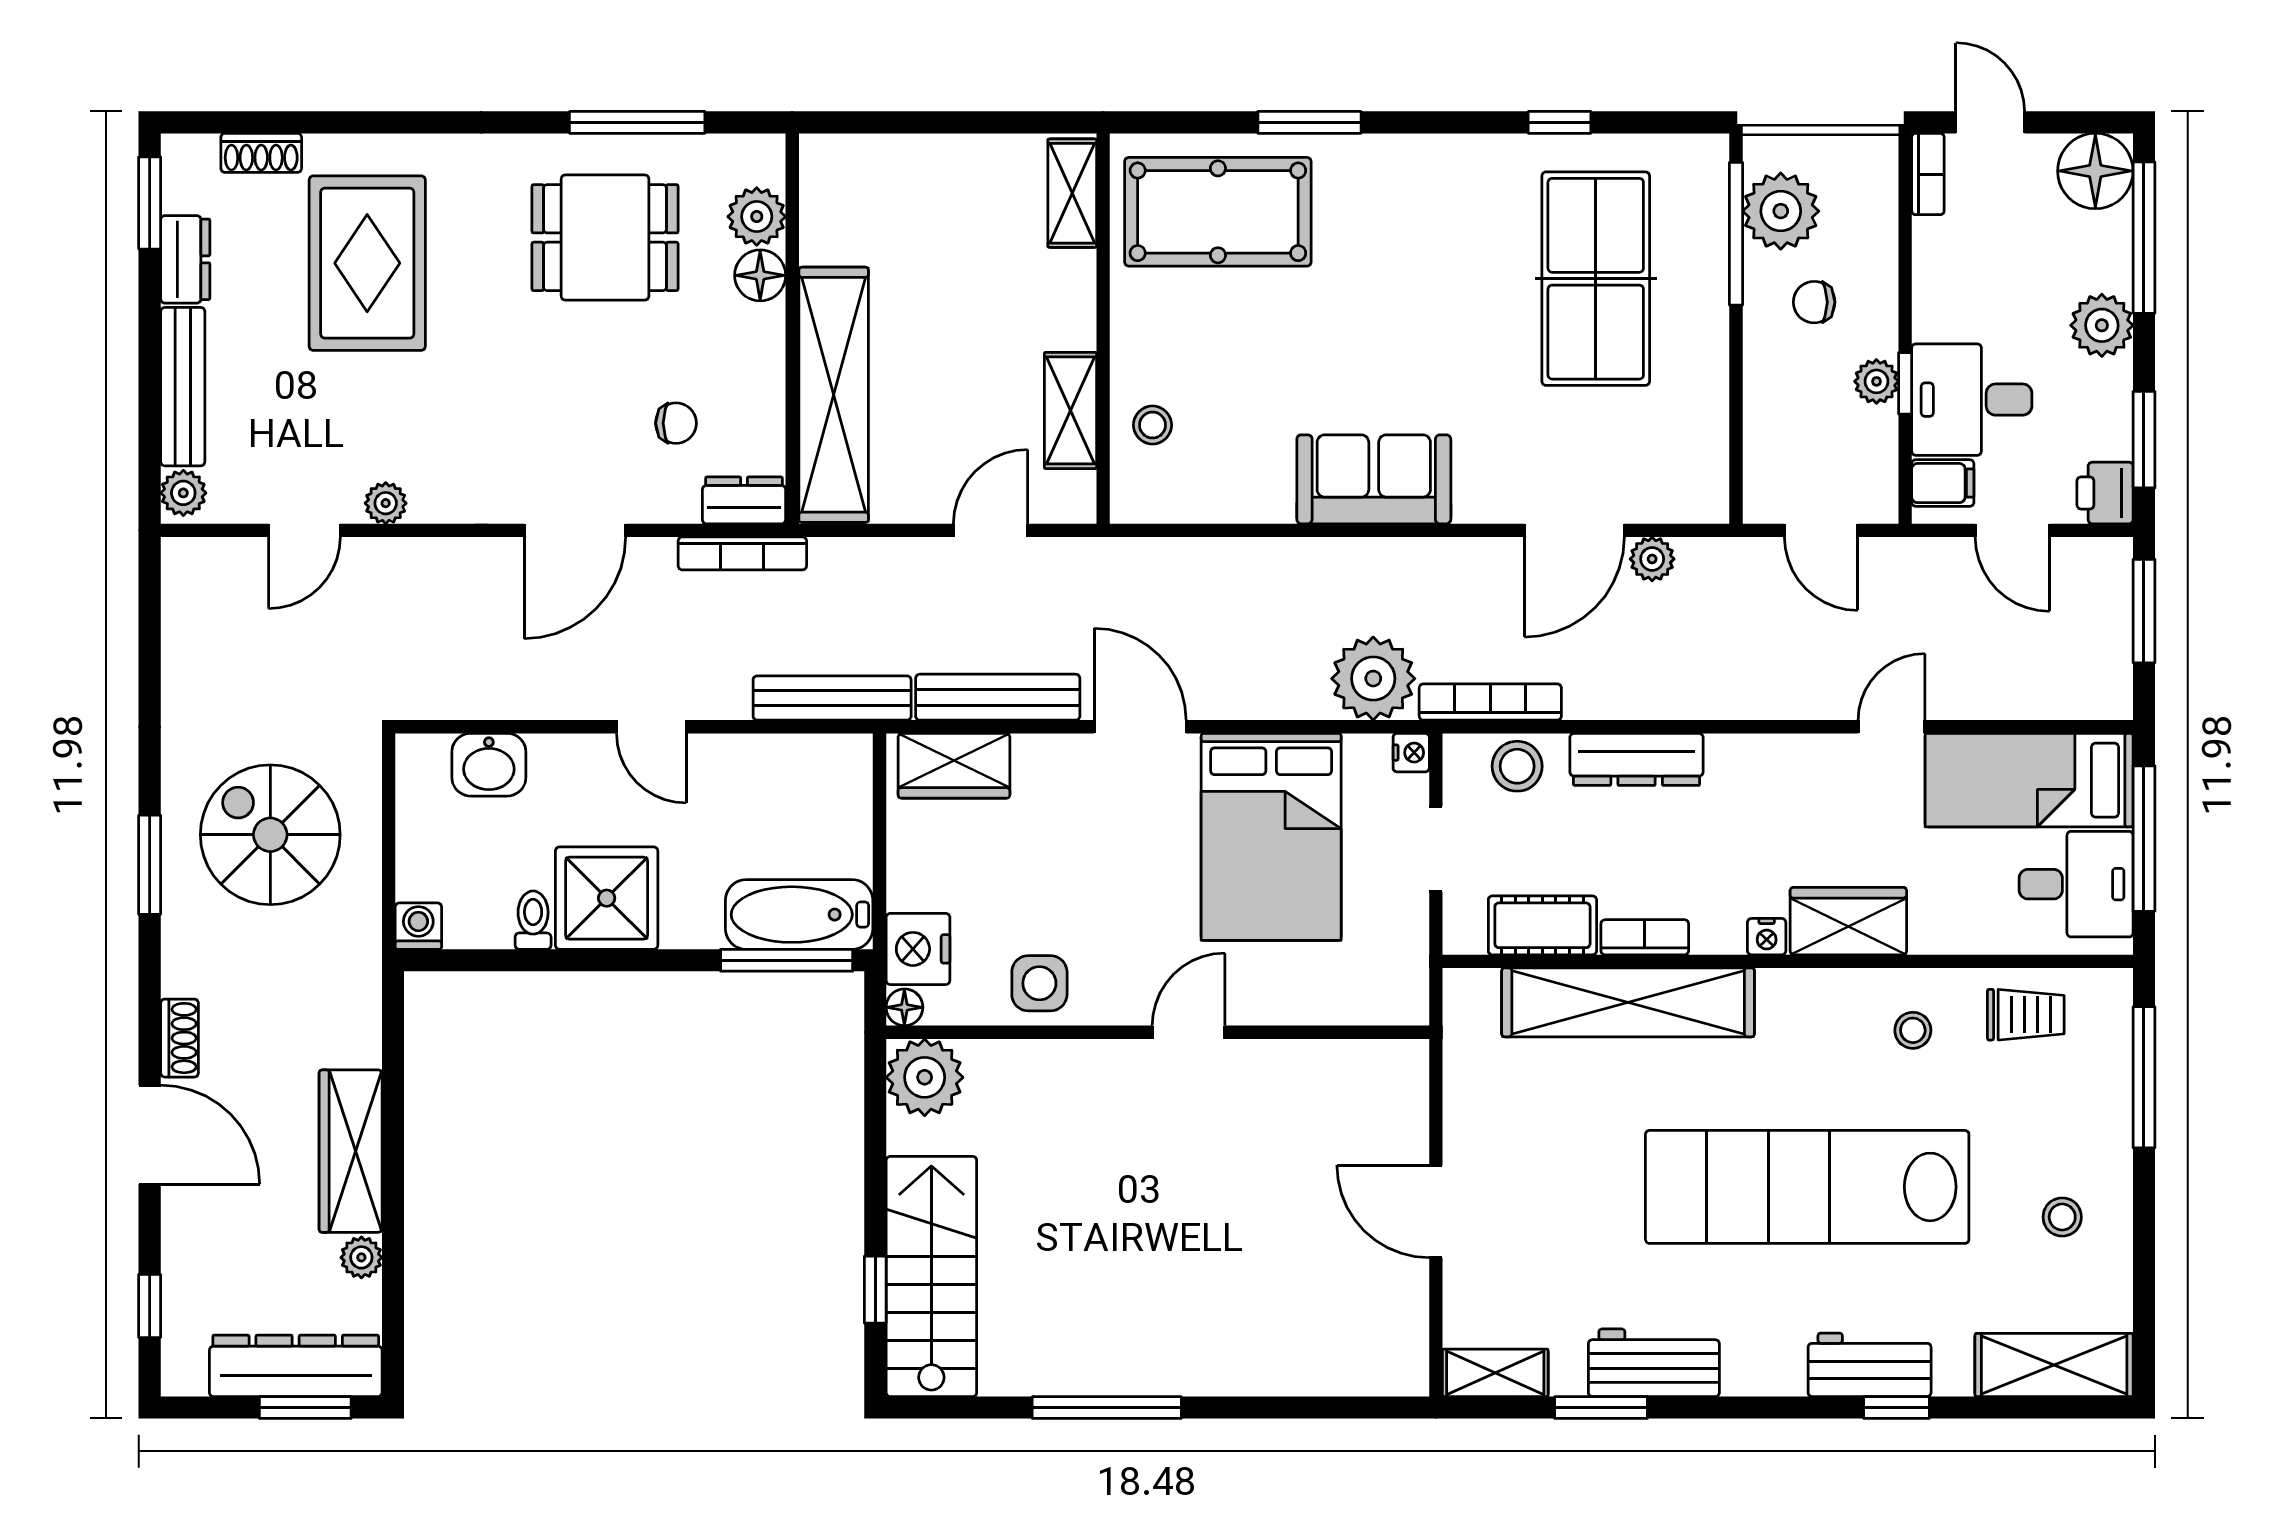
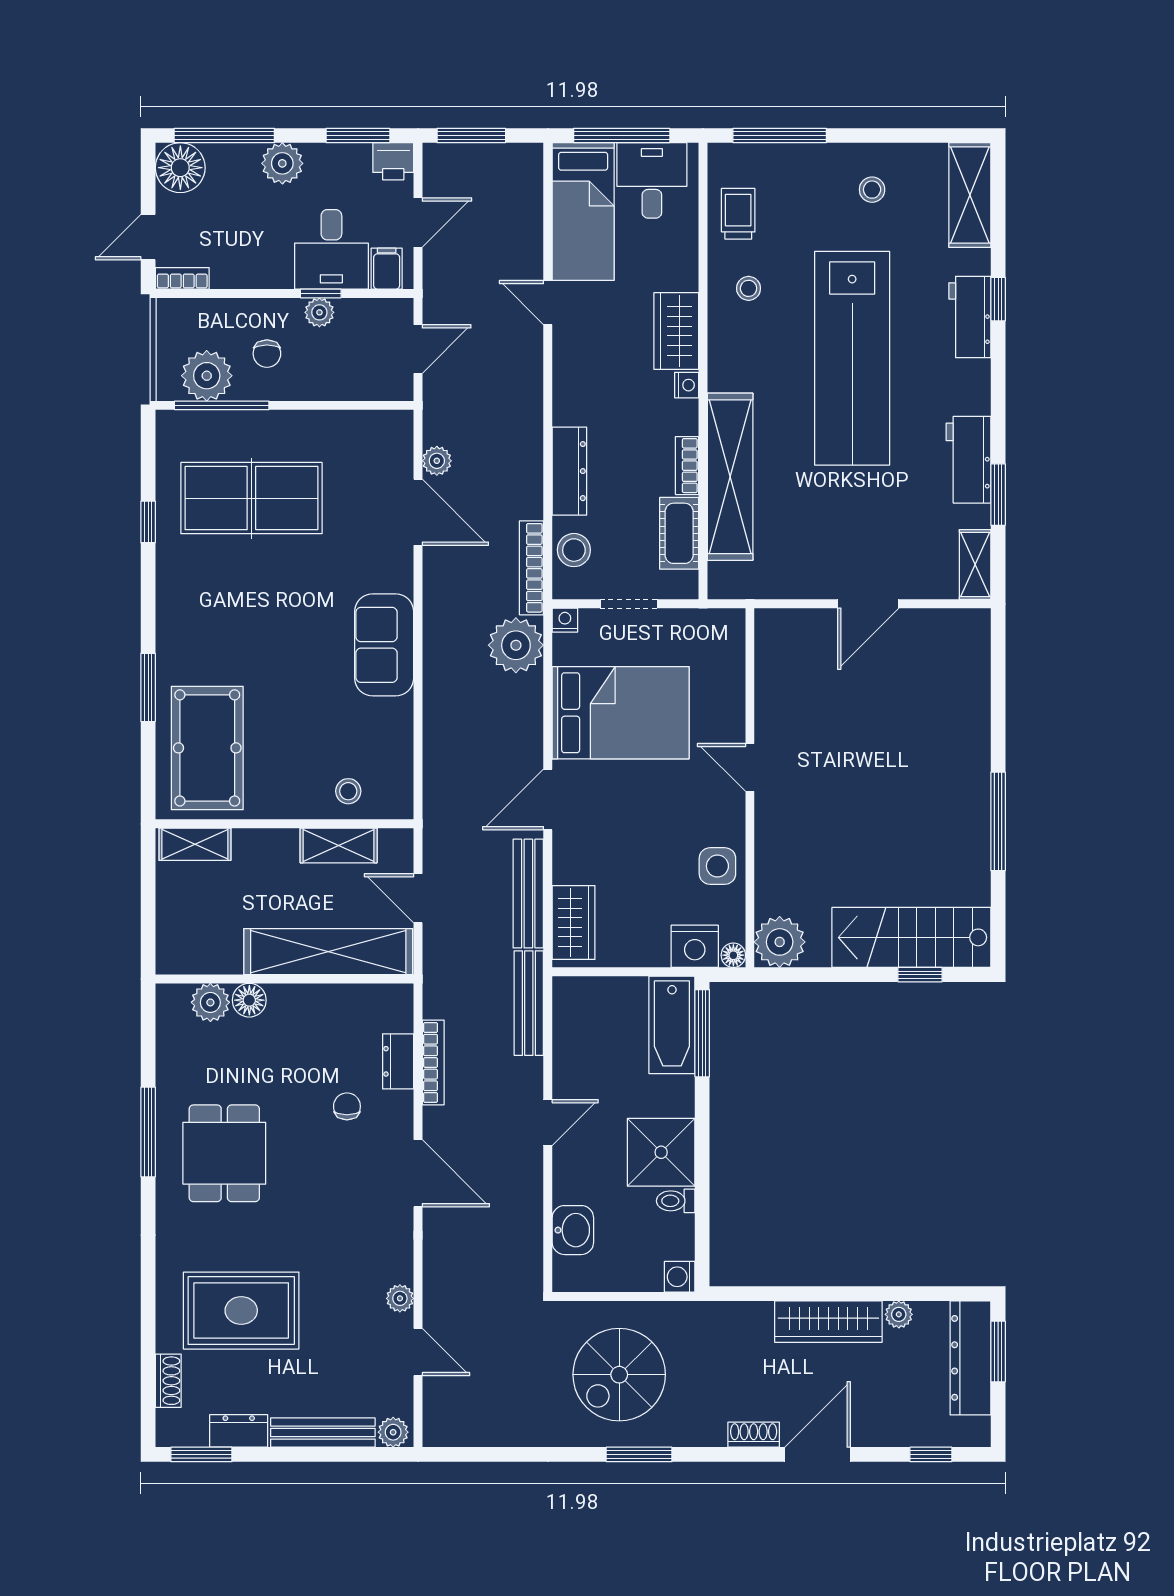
plant: (757, 217) -> (210, 1002), moved
floor lamp: (760, 275) -> (249, 1000), moved
wall: (792, 329) -> (284, 979), moved
shelving: (834, 395) -> (328, 952), moved

